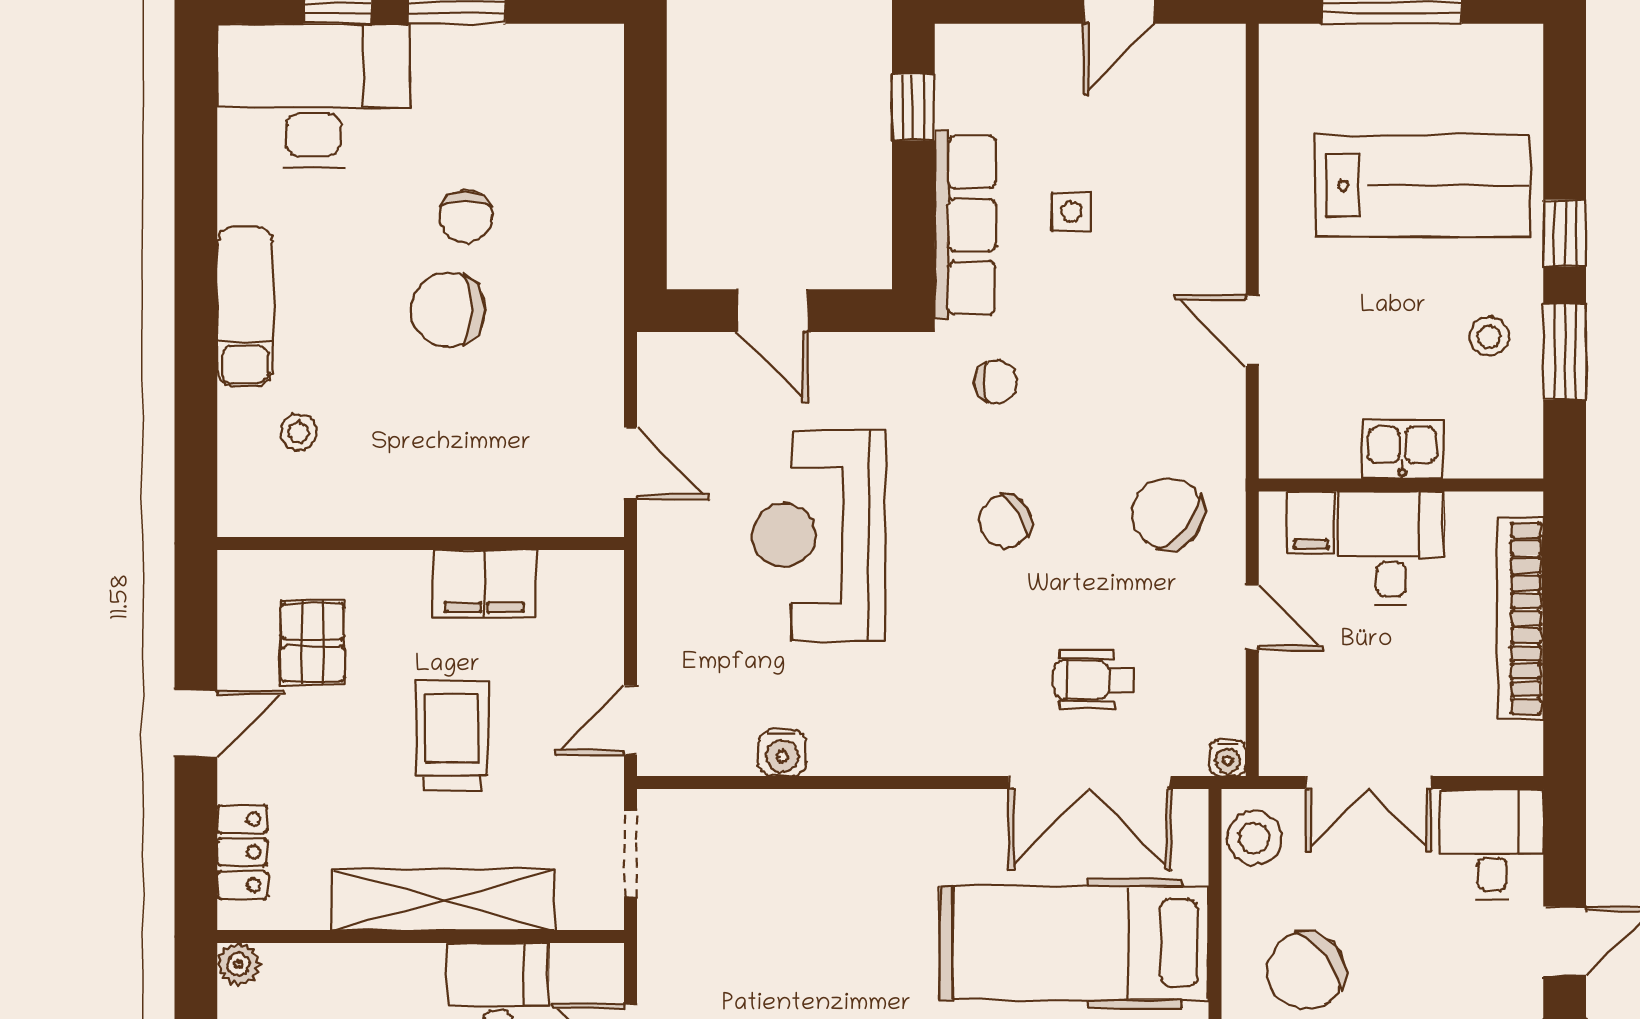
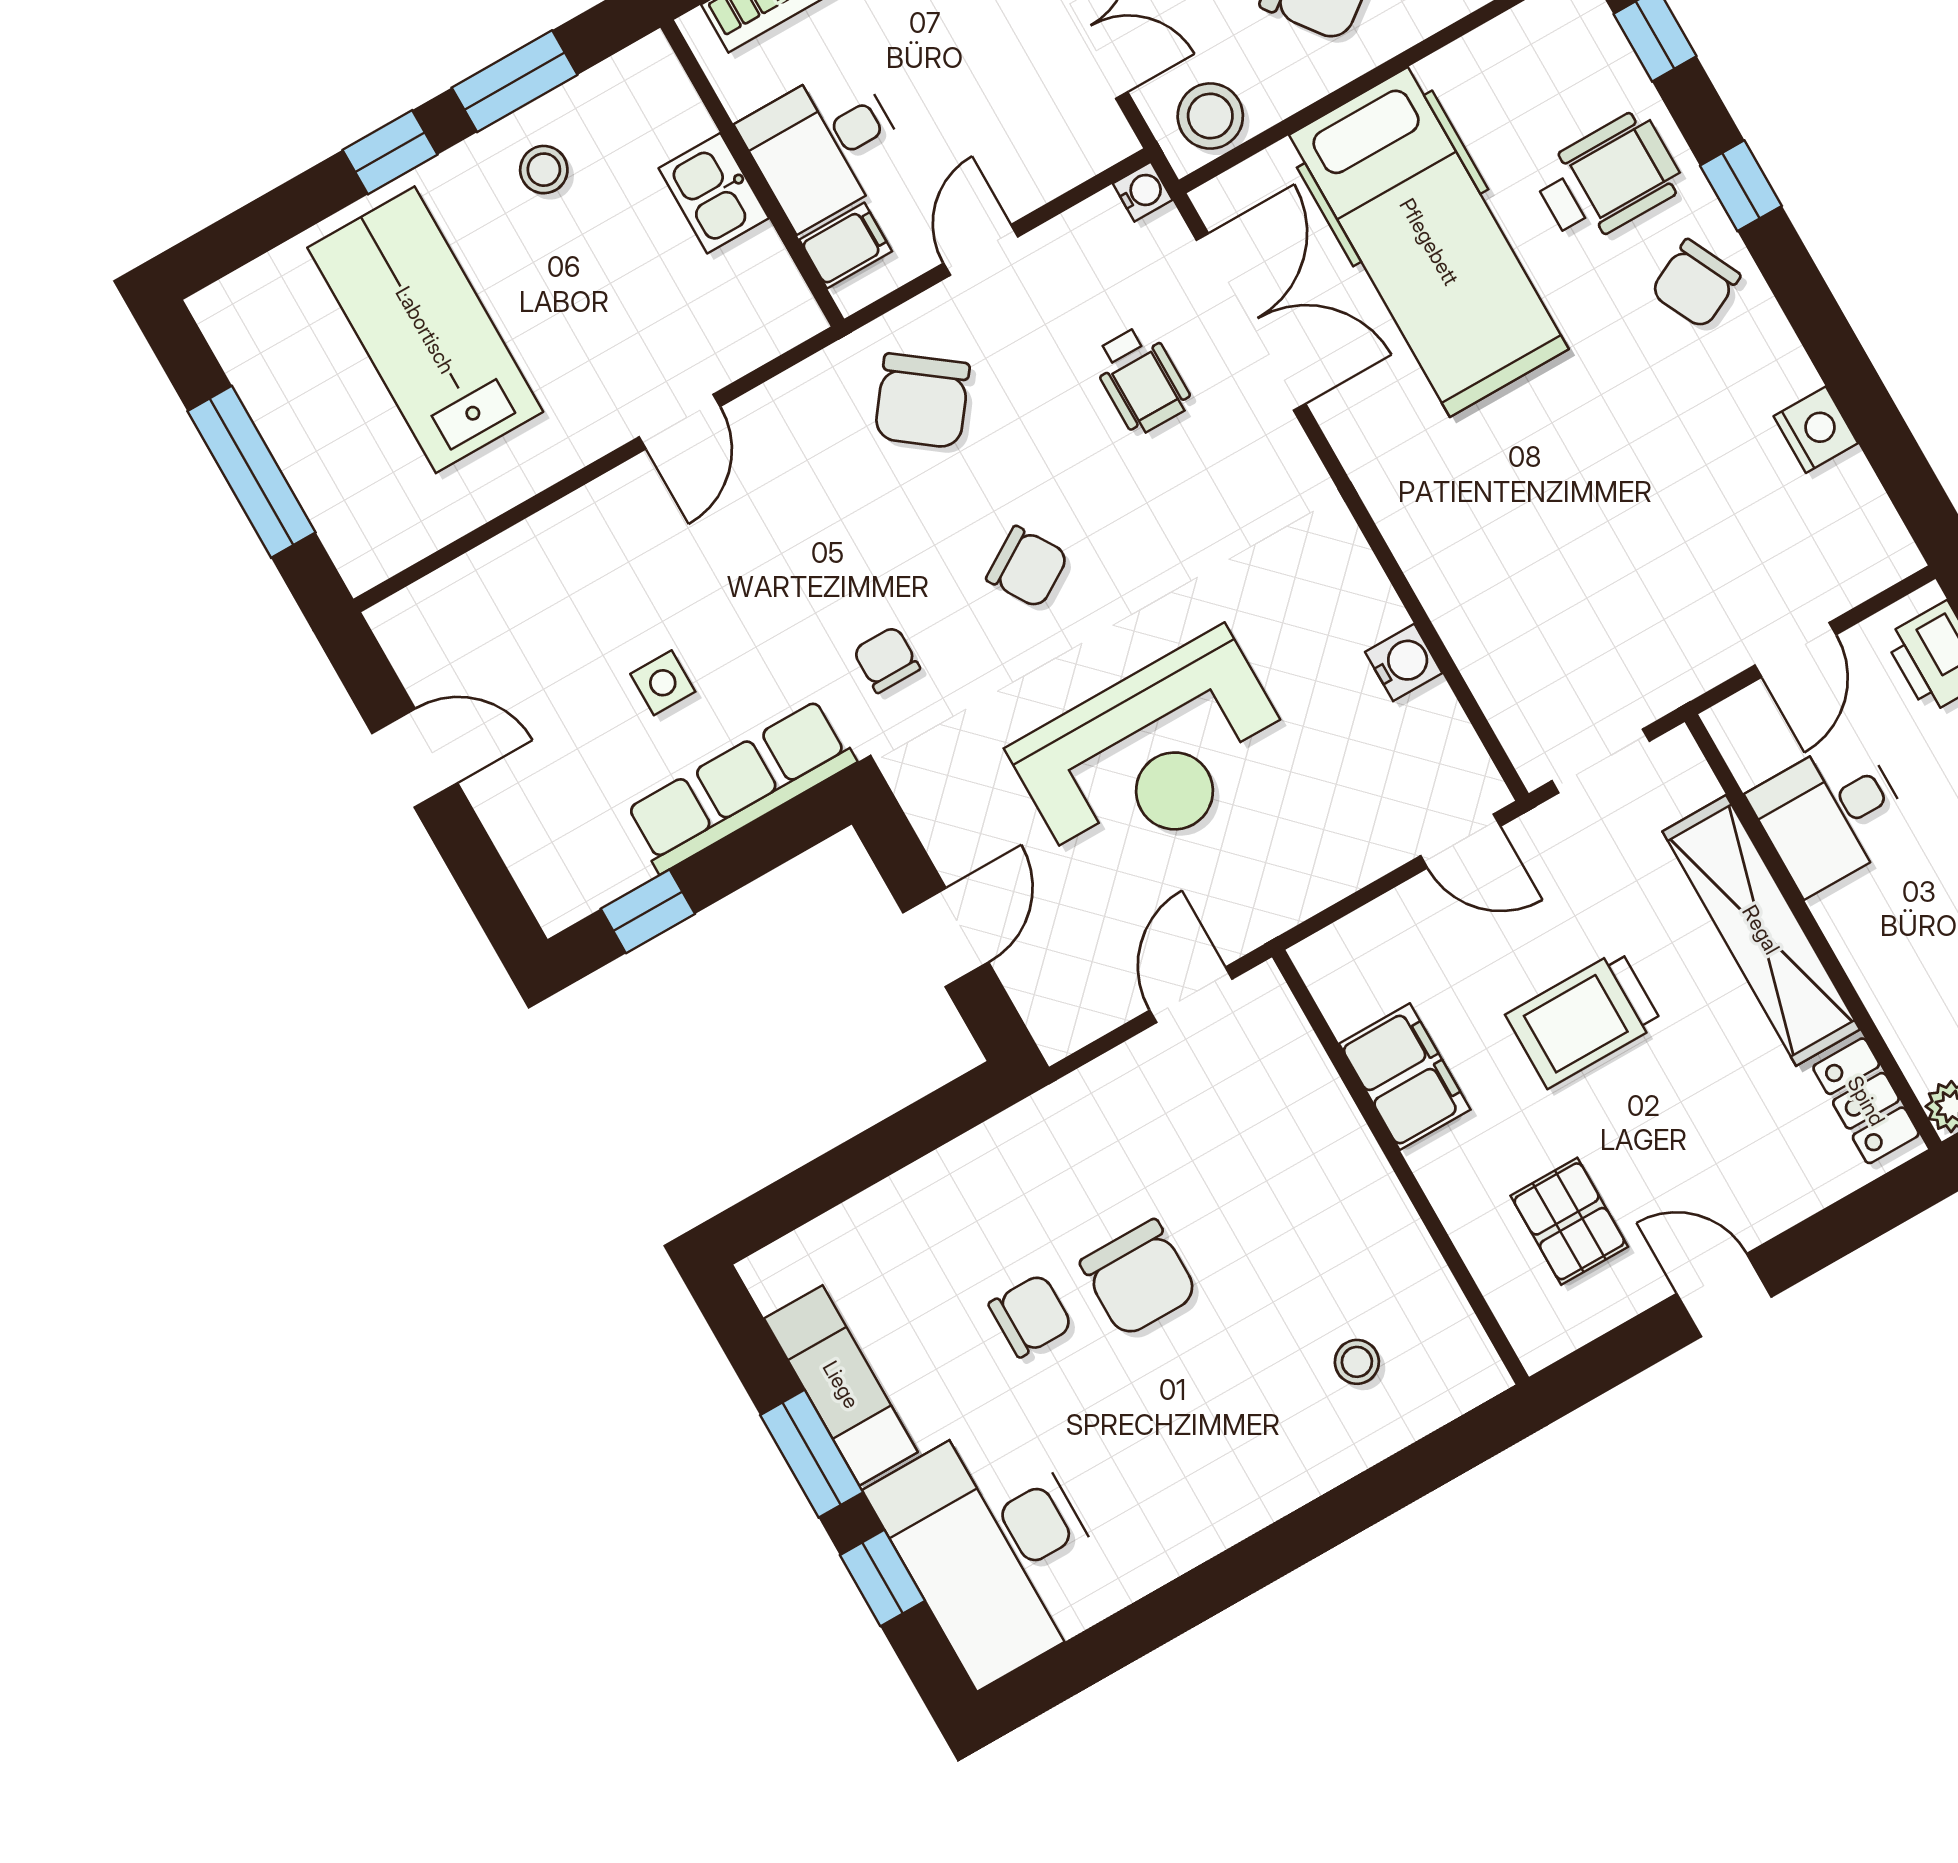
exam couch: (245, 307) -> (841, 1385), moved, turned 90
pallet: (313, 643) -> (1569, 1221), turned 90
locker: (242, 852) -> (1866, 1101), moved, turned -90

